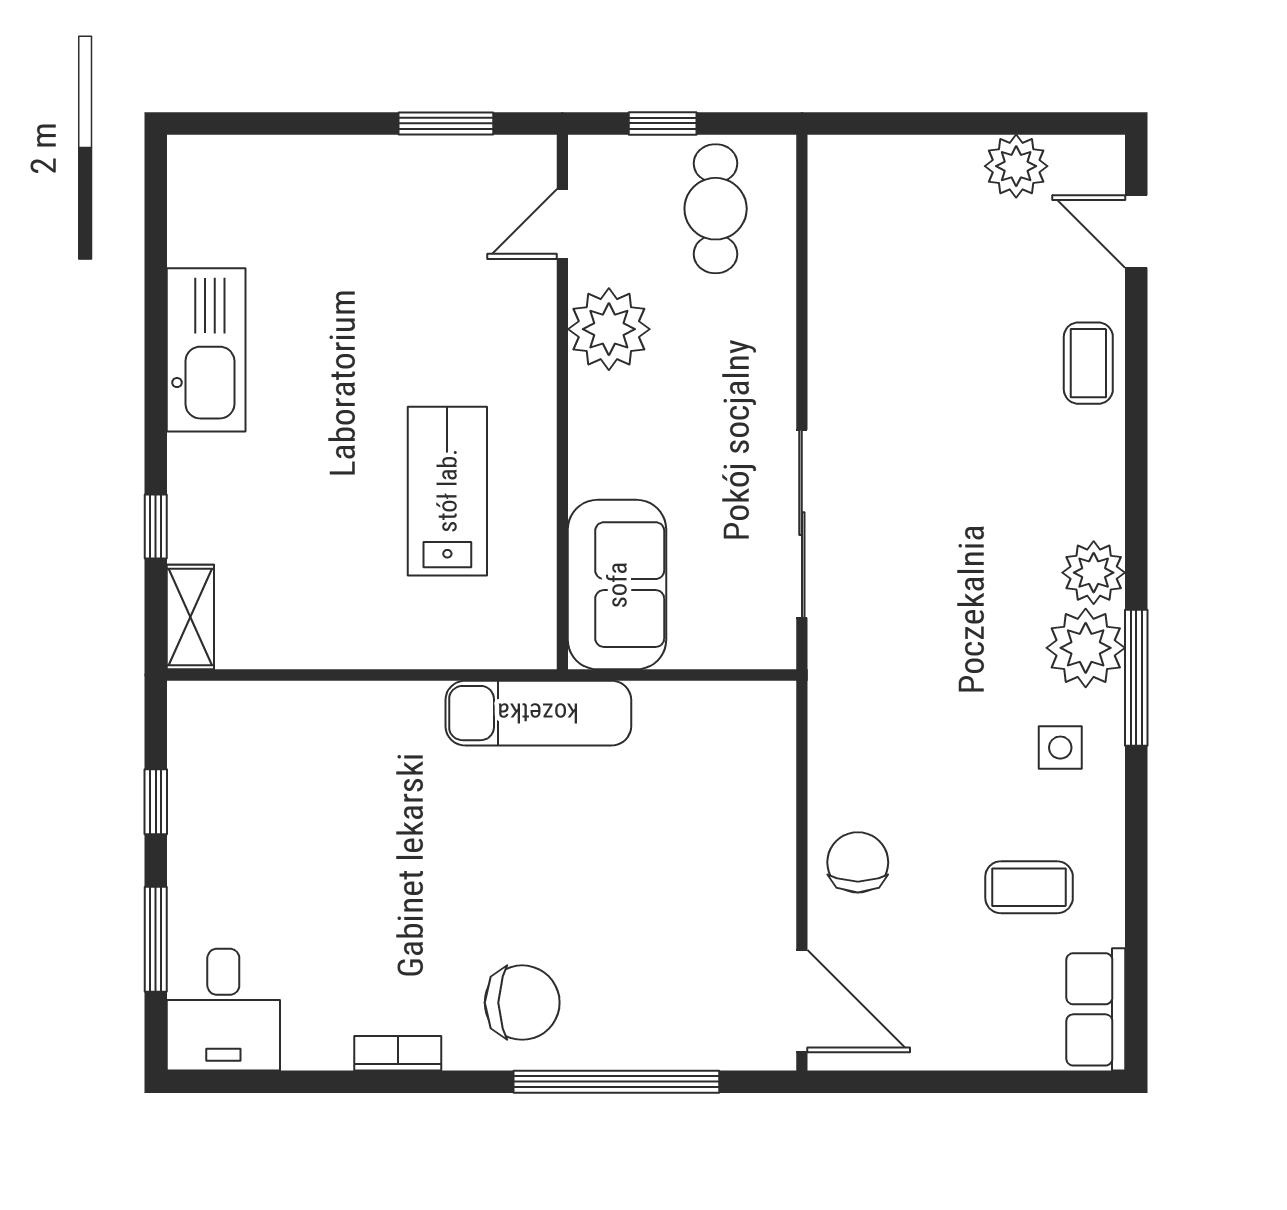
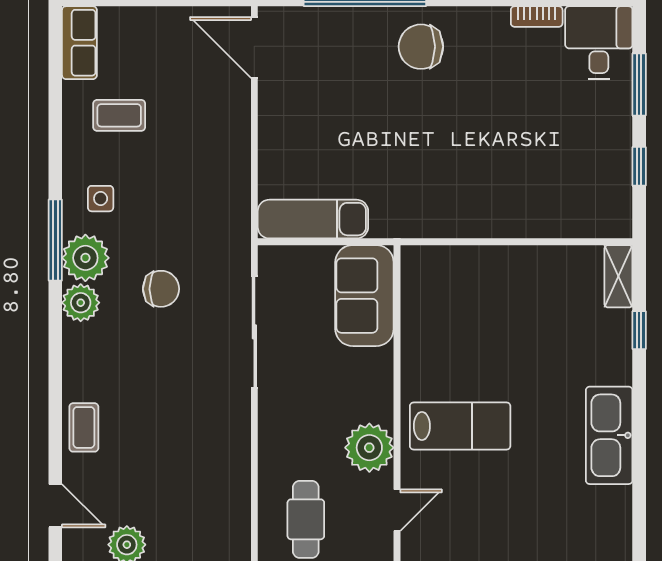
lab bench: (447, 491) -> (460, 426), moved, turned -90
exam couch: (538, 713) -> (313, 219), moved
chair: (858, 862) -> (161, 289), moved, turned -90
bookcase: (398, 1053) -> (537, 17), moved

